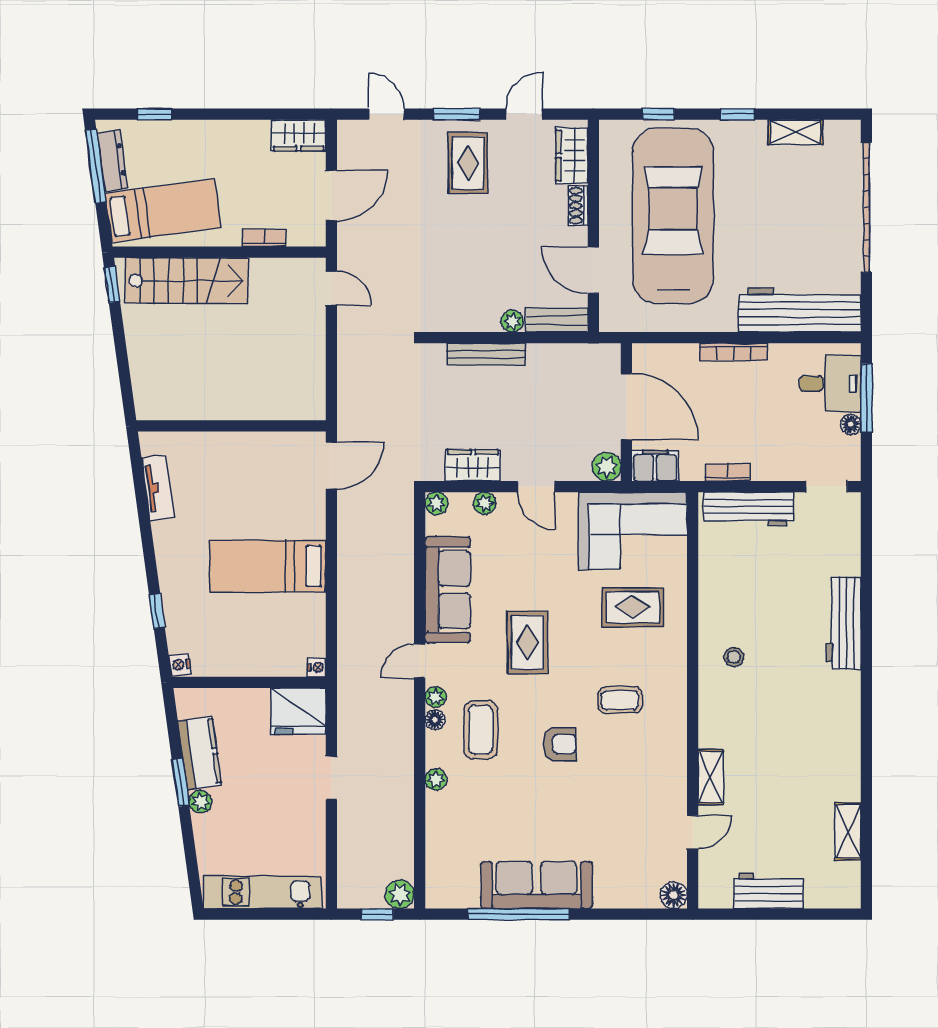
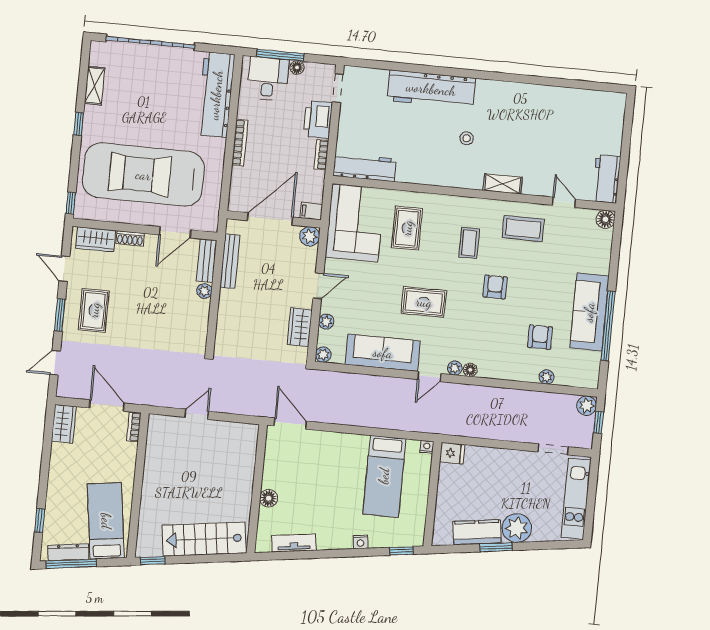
window: (658, 114) -> (71, 203), moved
rug: (468, 163) -> (94, 310), turned 90
bookcase: (264, 238) -> (134, 427), moved
stairs: (187, 281) -> (204, 539), moved, turned -98
door: (331, 288) -> (197, 414), moved
bench: (486, 354) -> (230, 261), moved
floor lamp: (219, 444) -> (269, 498), added
printer: (778, 462) -> (318, 119), added
filing cabinet: (655, 466) -> (311, 211), width x0.50
workbench: (749, 509) -> (365, 167), moved, turned -90
bed: (268, 566) -> (384, 476), moved
window: (157, 611) -> (401, 551), moved
workbench: (844, 623) -> (431, 89), width x1.36, depth x1.32
stool: (734, 657) -> (467, 138), moved
door: (420, 661) -> (429, 377), hinge flipped
nightstand: (180, 665) -> (360, 542), moved
fridge: (298, 711) -> (452, 453), width x0.53, depth x0.75
coffee table: (481, 730) -> (523, 228), moved
shelving: (711, 777) -> (503, 184), moved
doorway: (331, 778) -> (553, 449), moved
plant: (436, 780) -> (547, 377), moved
plant: (200, 802) -> (517, 528), width x1.87, depth x1.87
armchair: (493, 817) -> (540, 337), added
shelving: (848, 831) -> (574, 97), removed
workbench: (768, 891) -> (606, 179), moved

